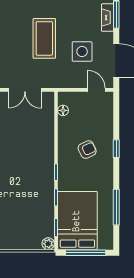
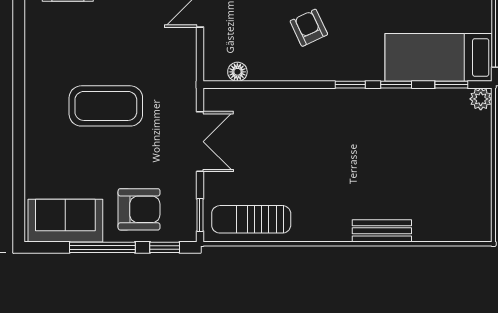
side table: (82, 51) -> (130, 37), removed
bed: (77, 221) -> (439, 57), width x0.67

